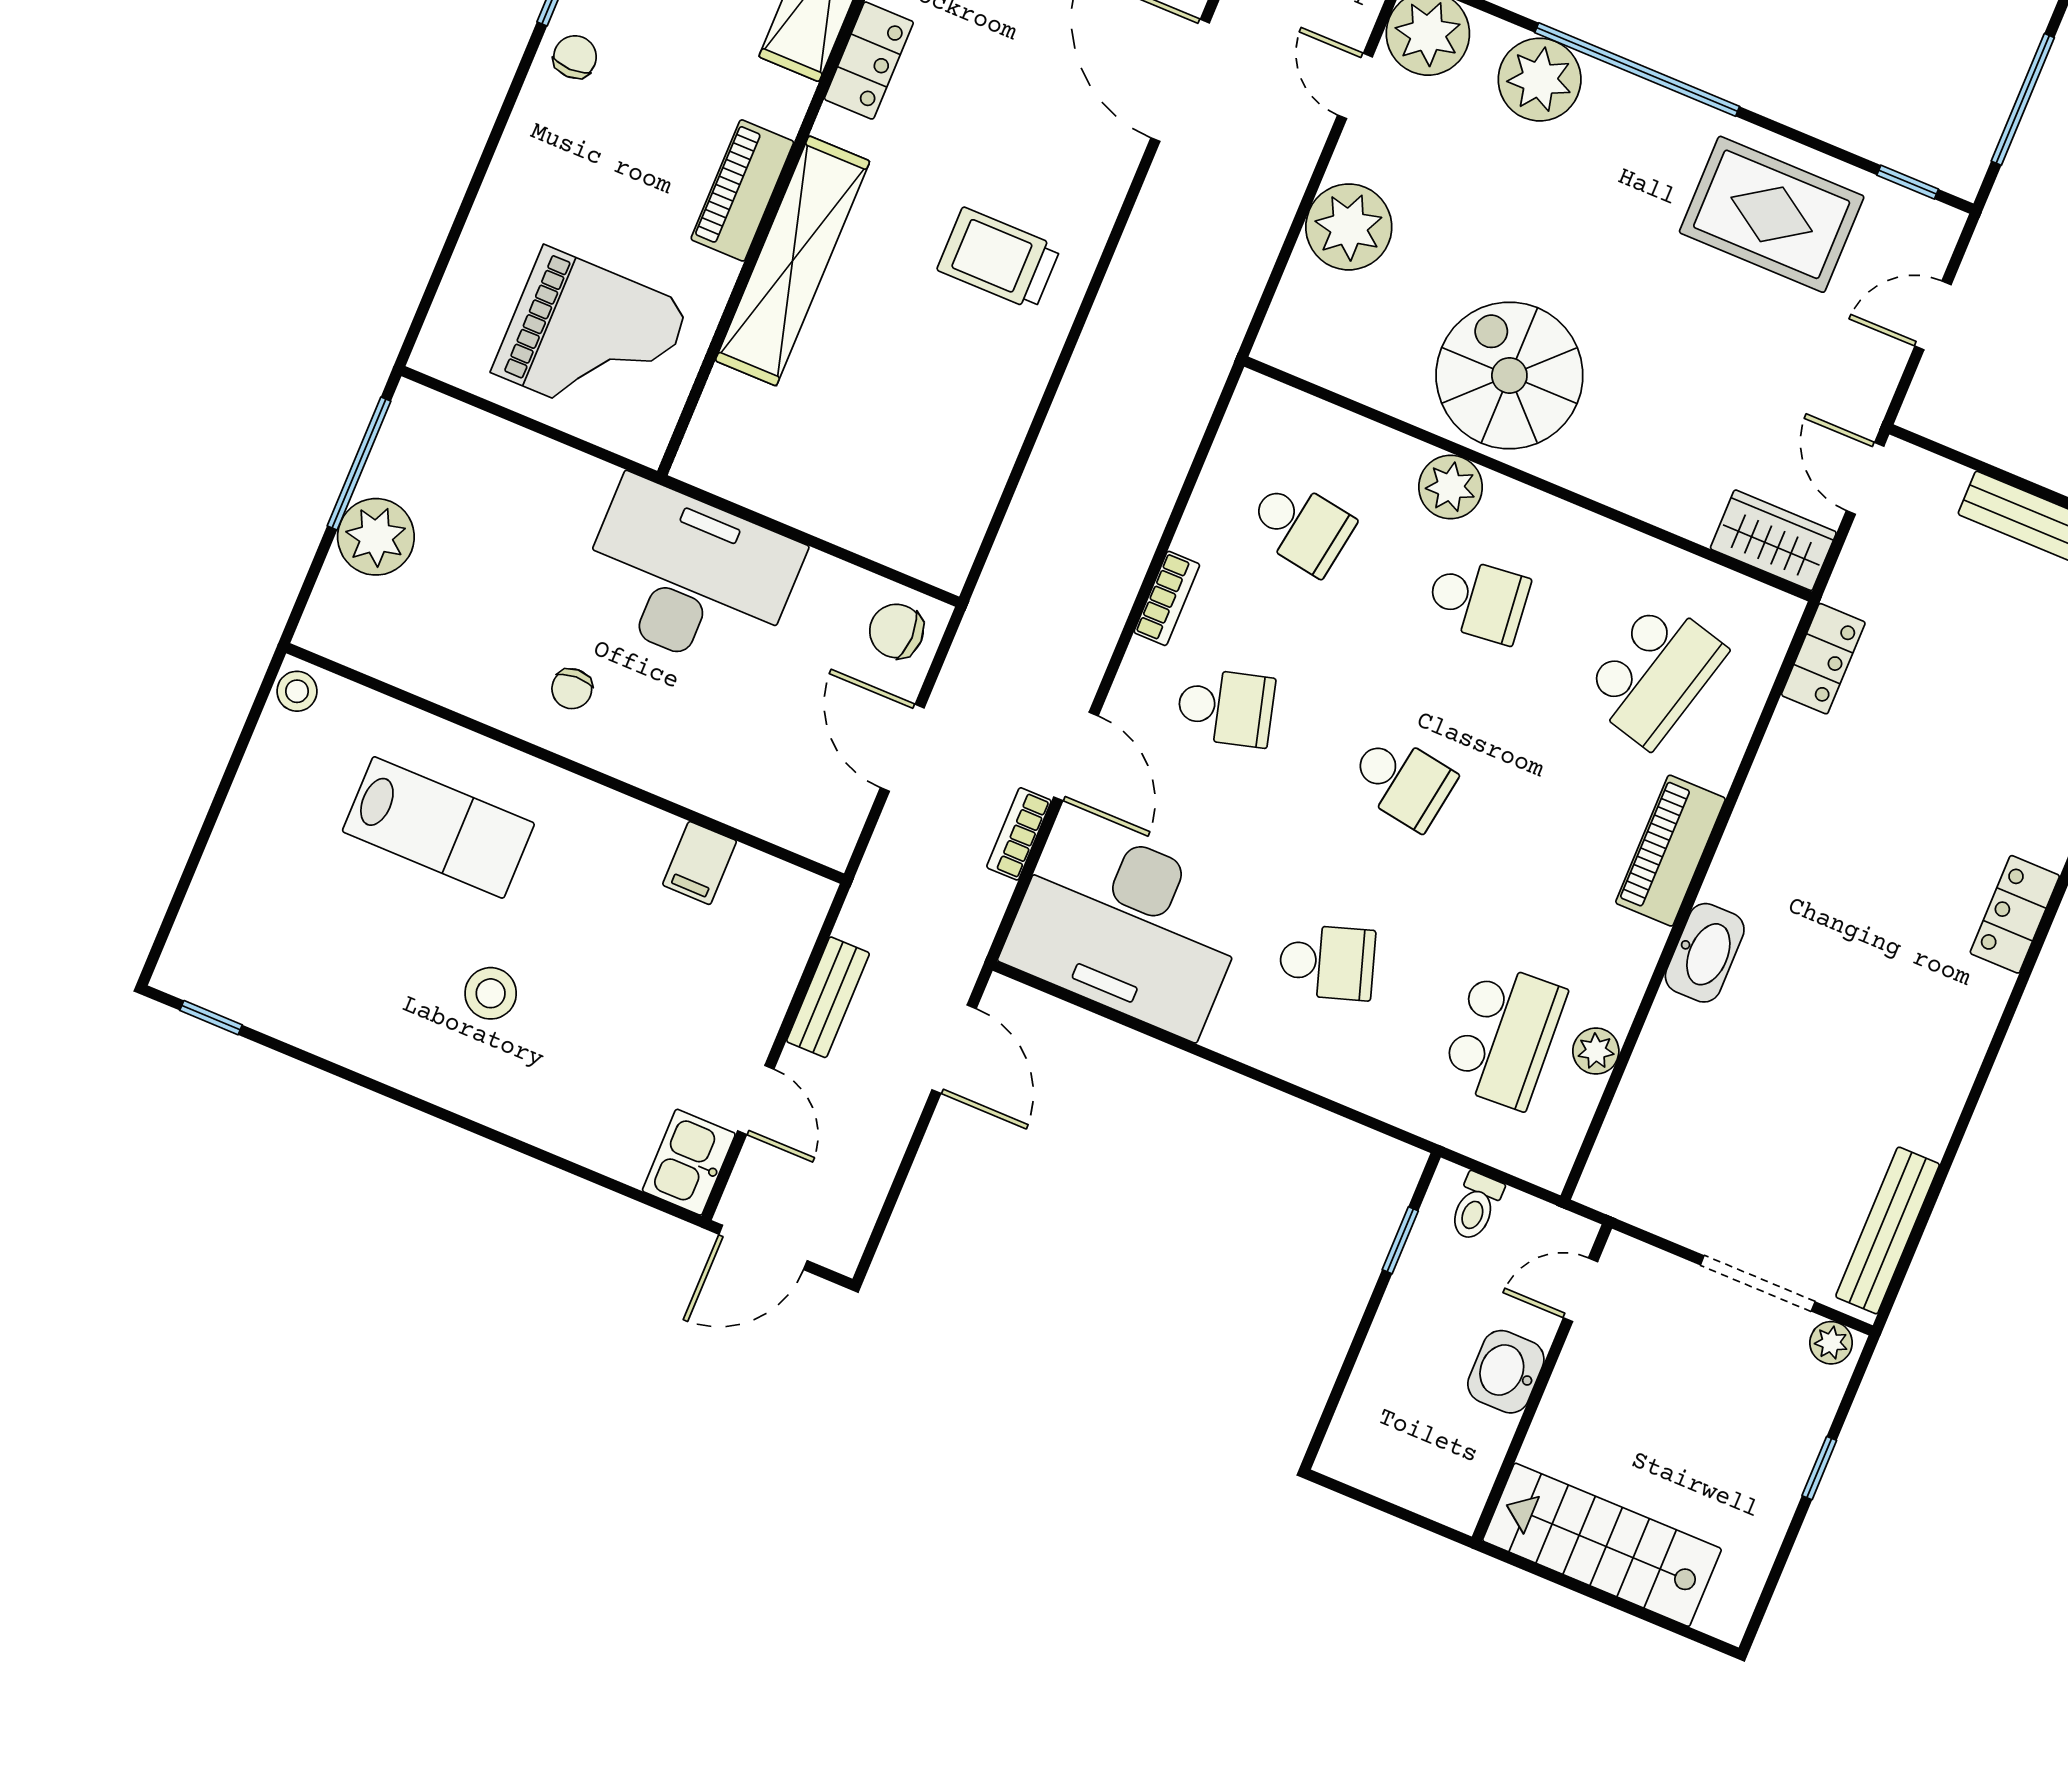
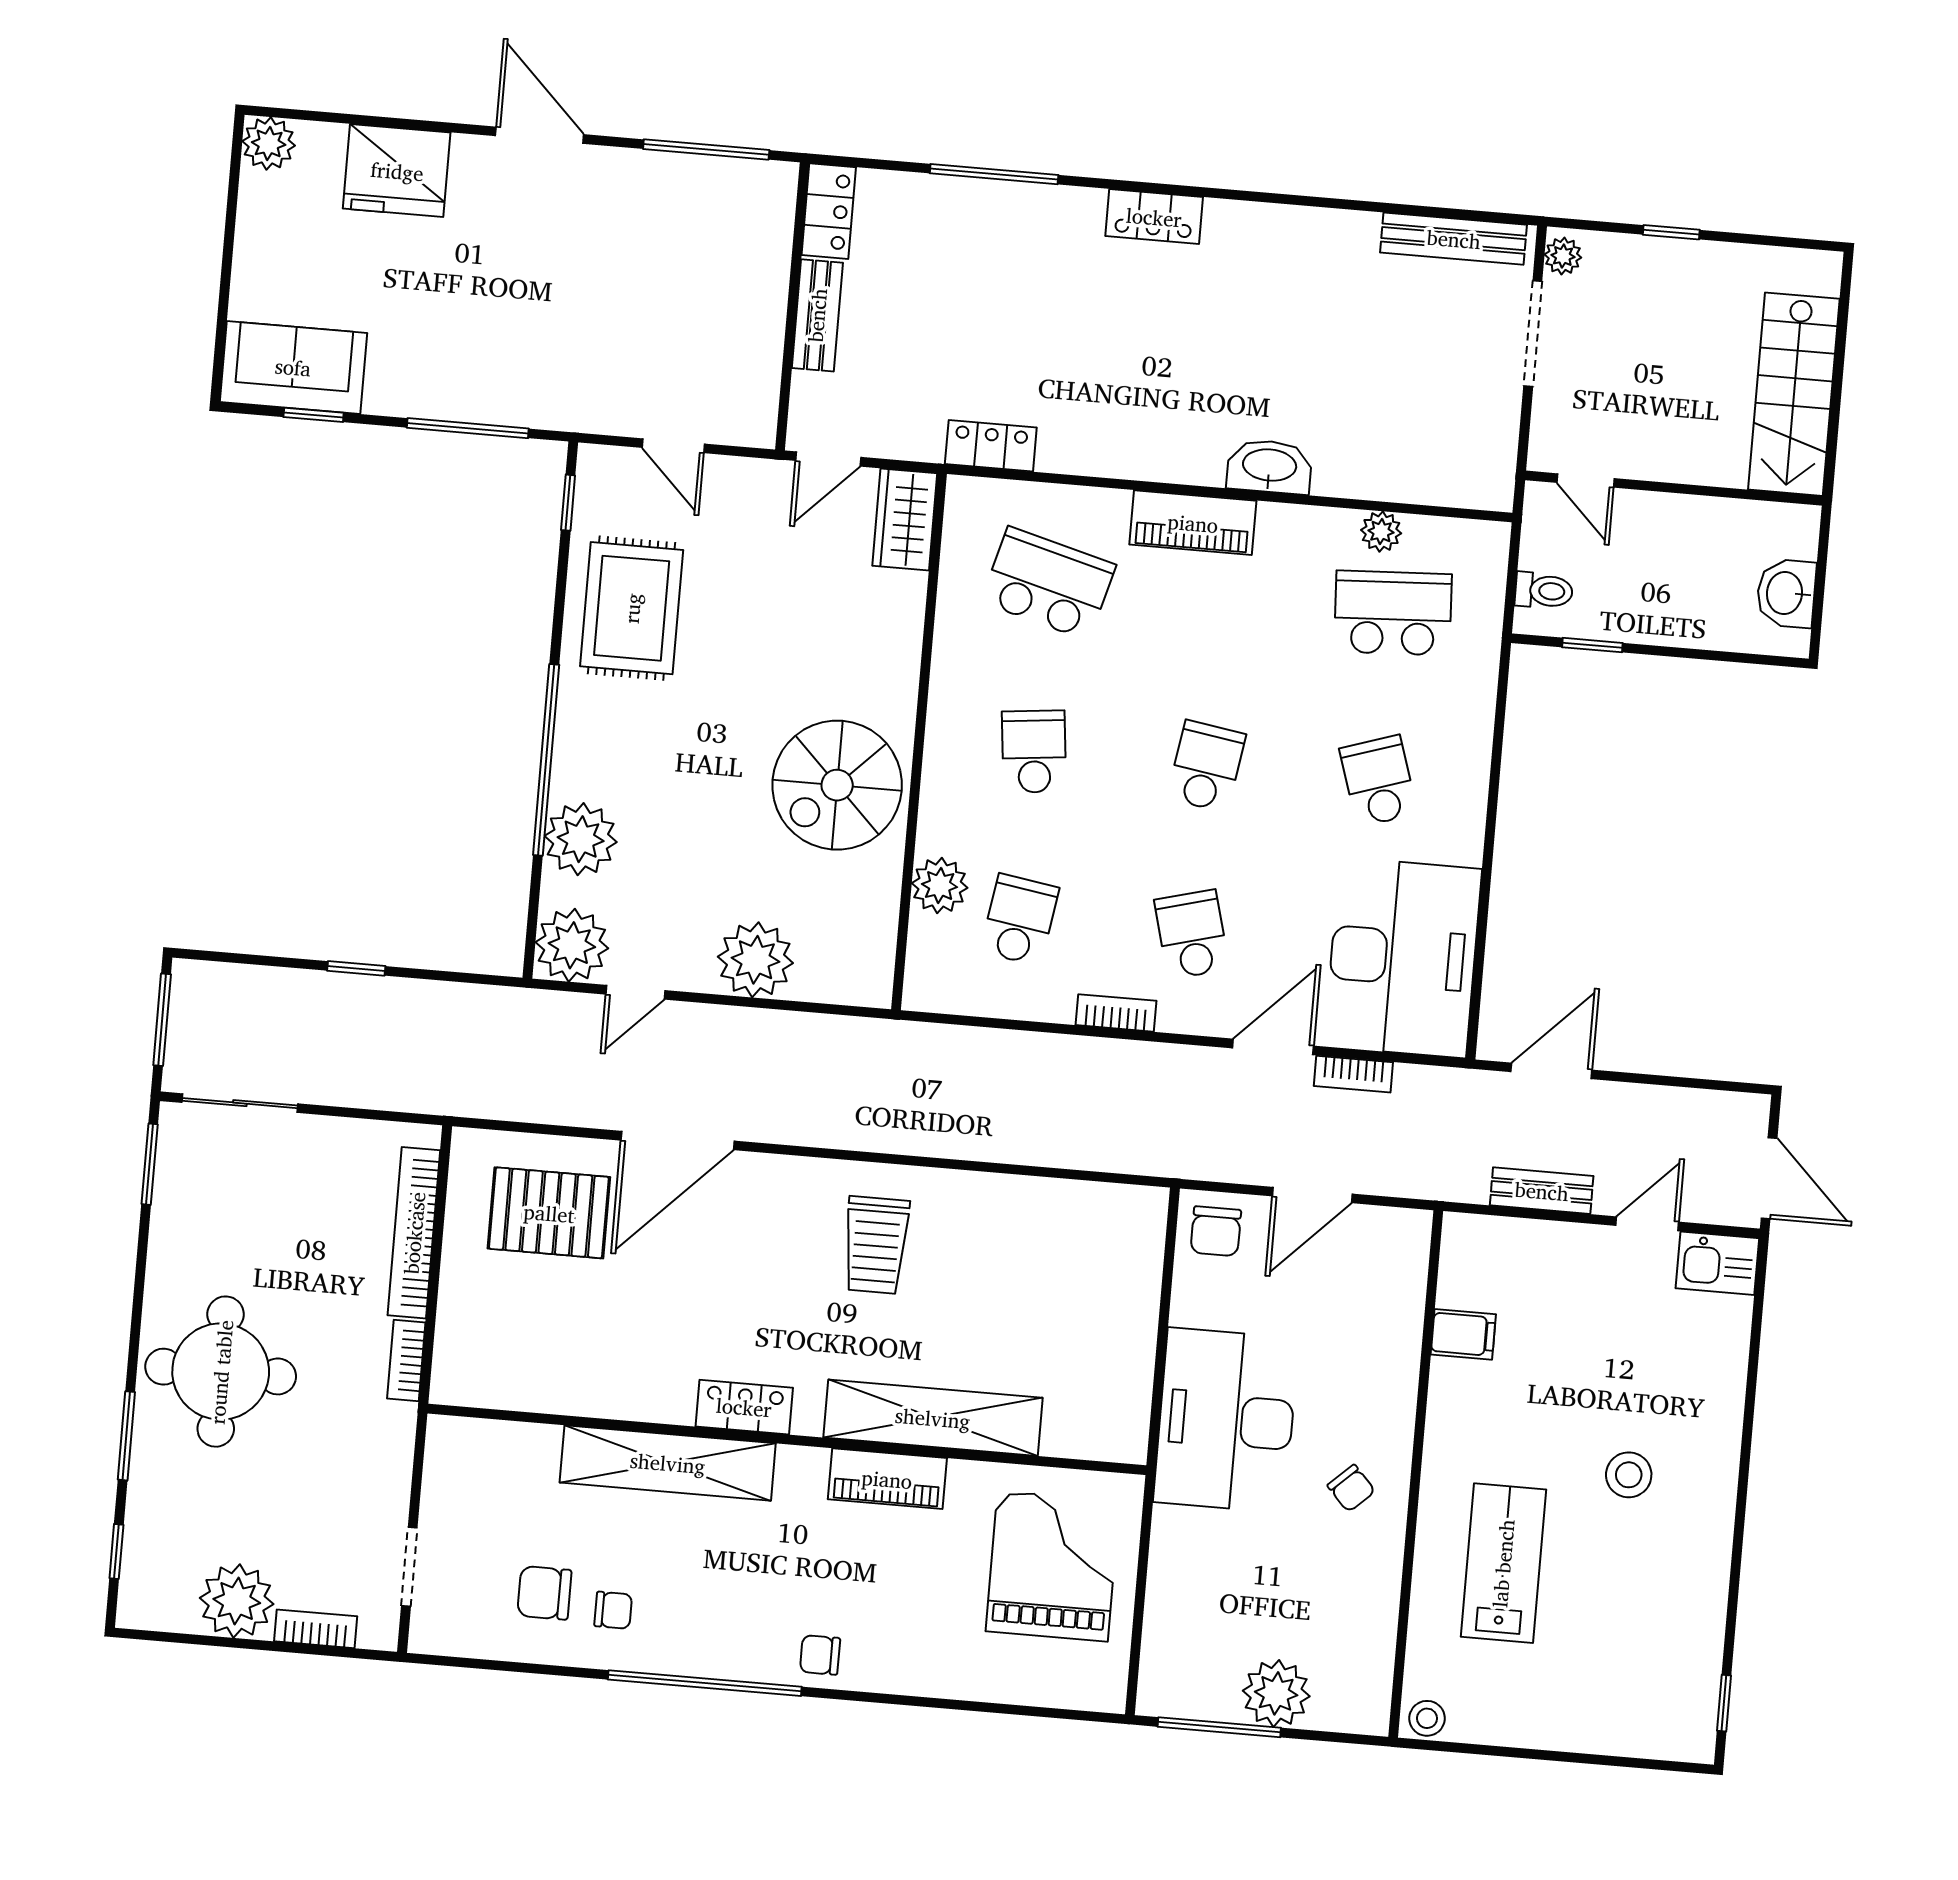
plant: (1451, 487) -> (940, 885), moved
chair: (572, 689) -> (1351, 1488), turned 50
washbasin: (1506, 1372) -> (1786, 593), moved, turned 90

